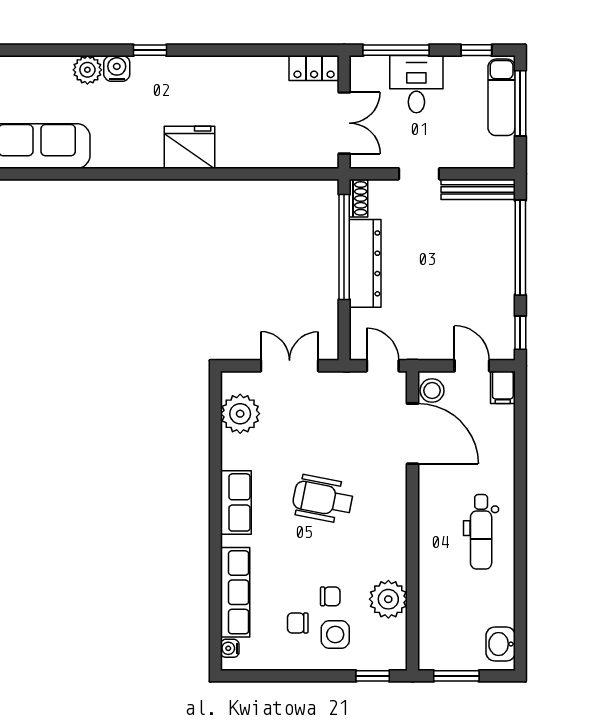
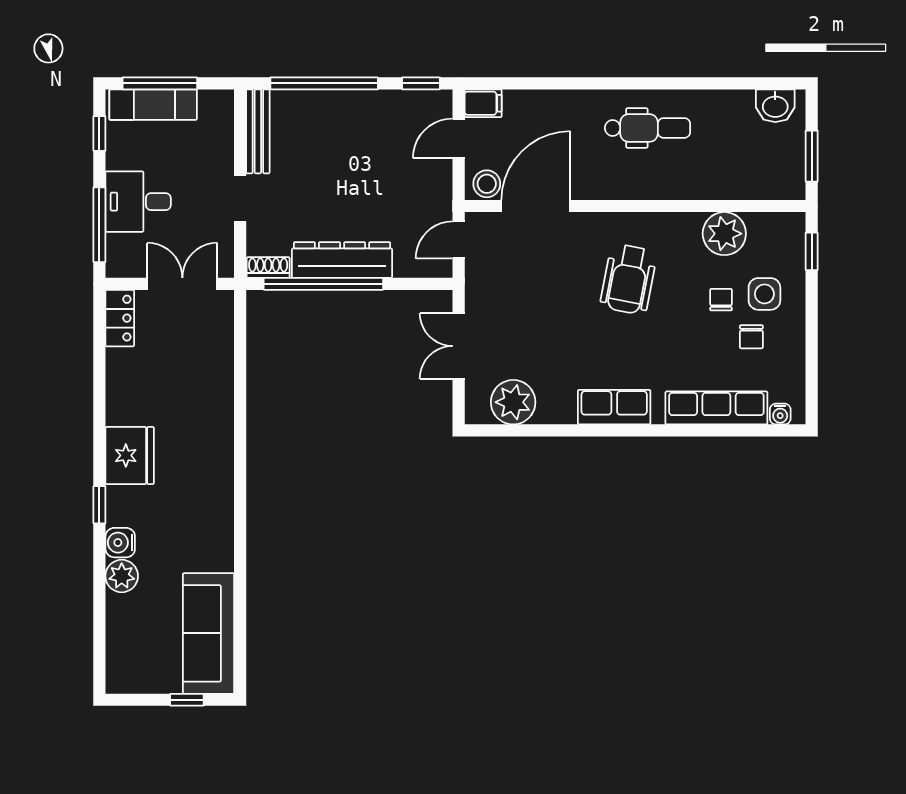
fridge: (189, 147) -> (130, 455), moved, turned 180
wheelchair: (323, 499) -> (629, 279), moved

